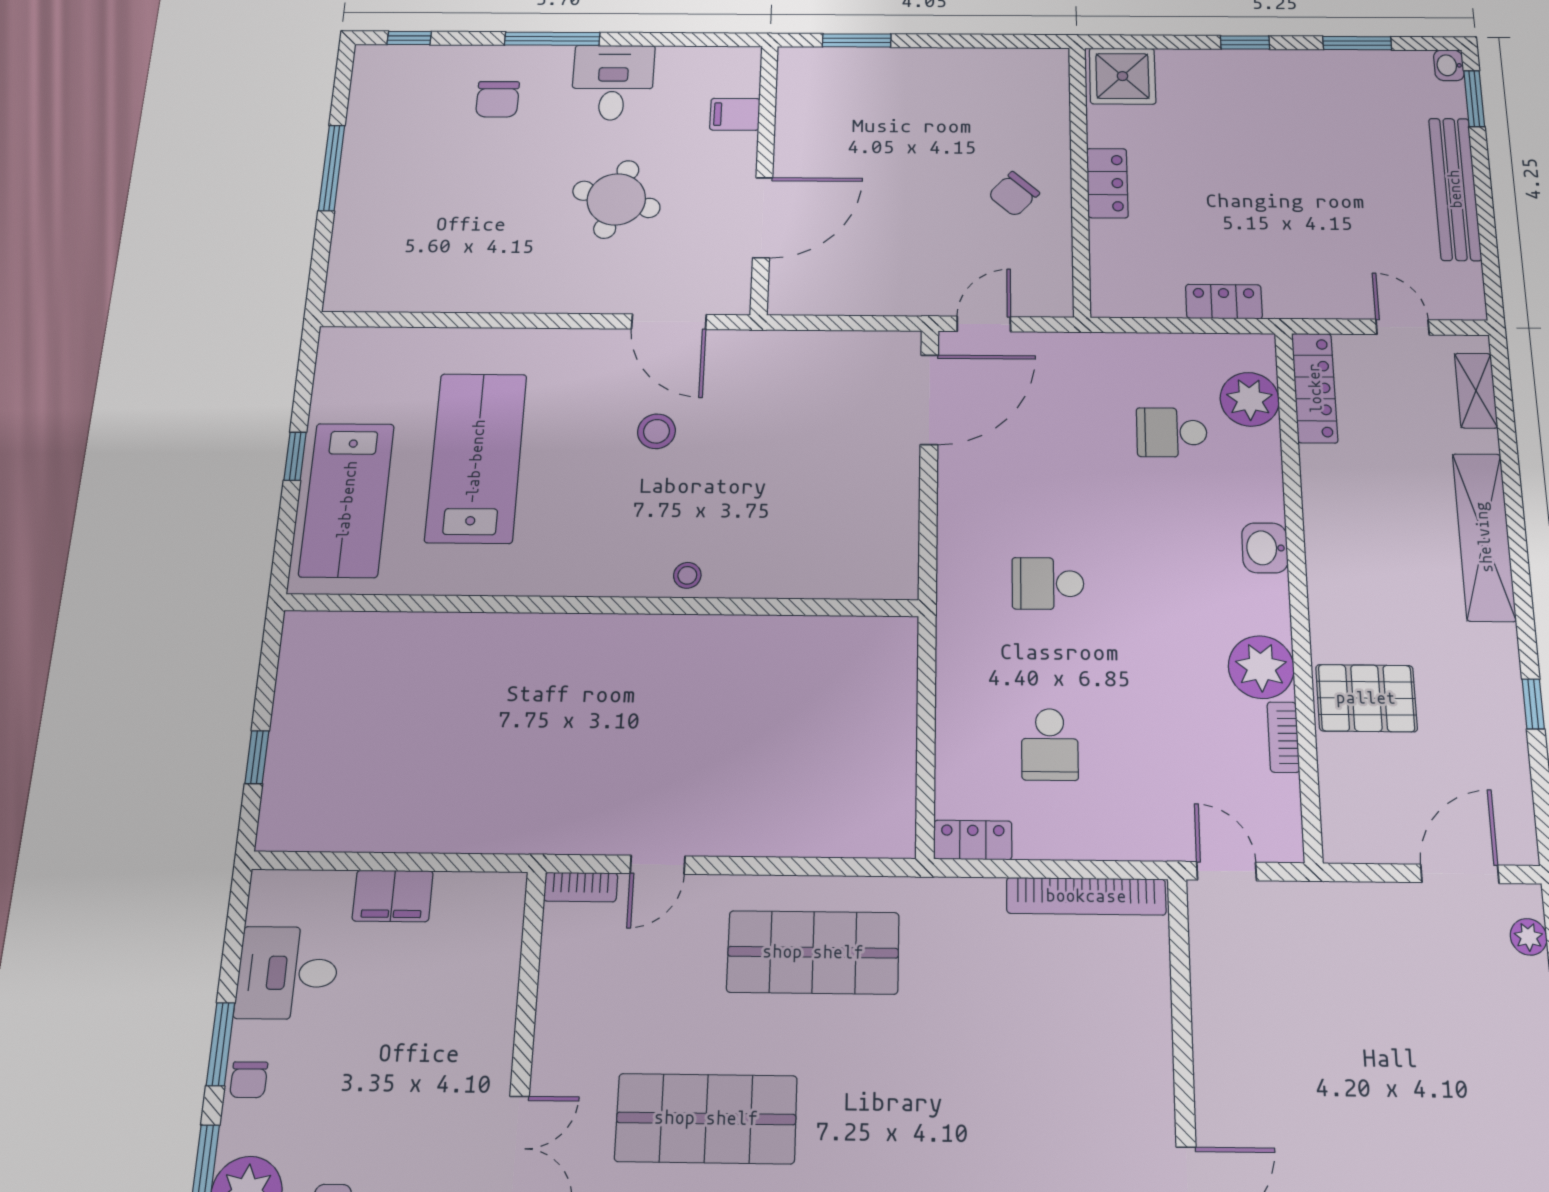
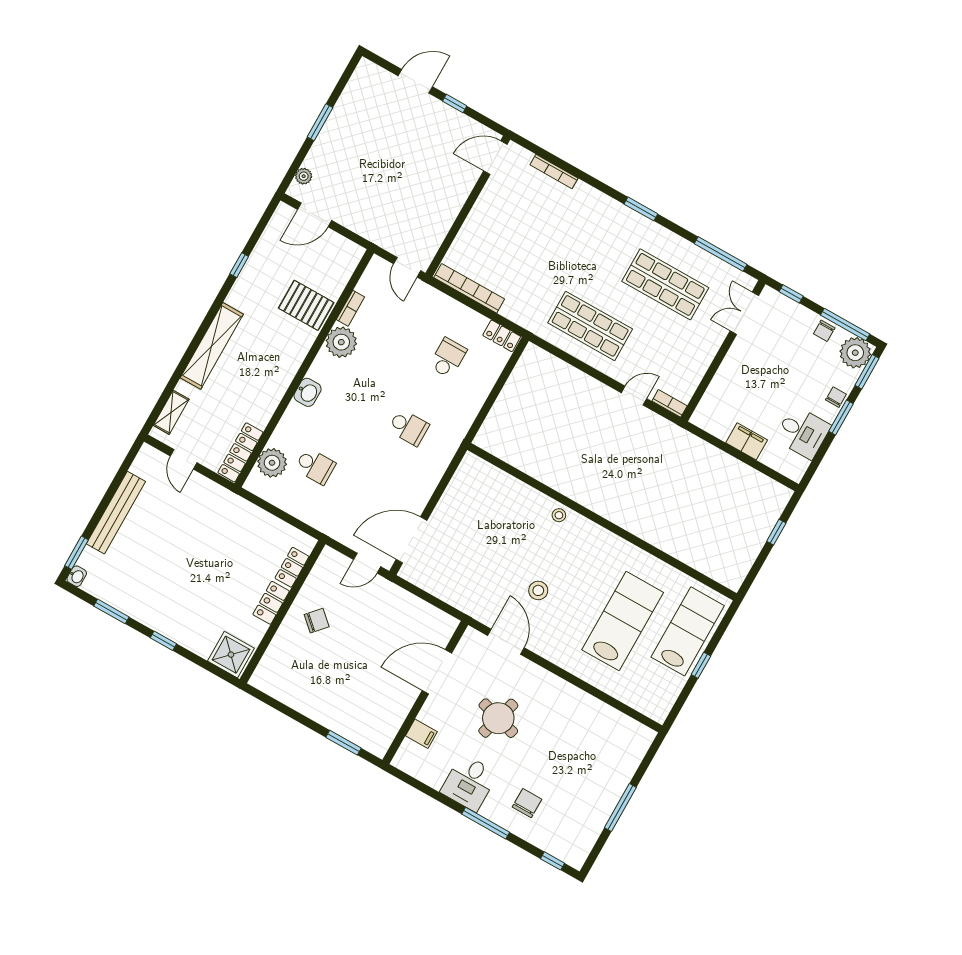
locker: (1224, 302) -> (292, 567), moved, turned 90
lab bench: (476, 458) -> (623, 621), turned 180

